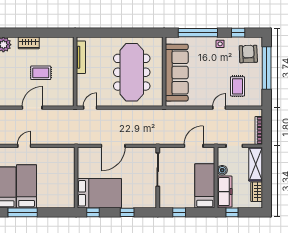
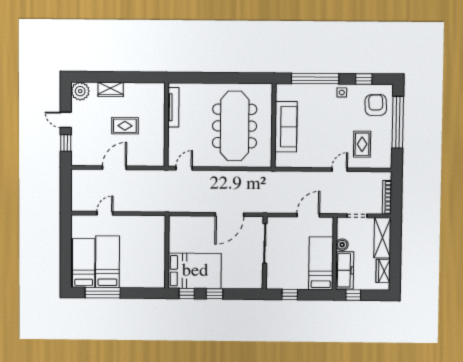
sofa: (177, 73) -> (286, 127), width x0.74, depth x0.79
door: (113, 146) -> (229, 214), moved
window: (127, 212) -> (214, 294), moved

